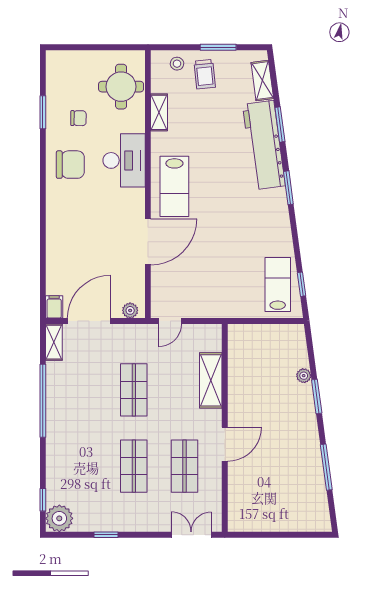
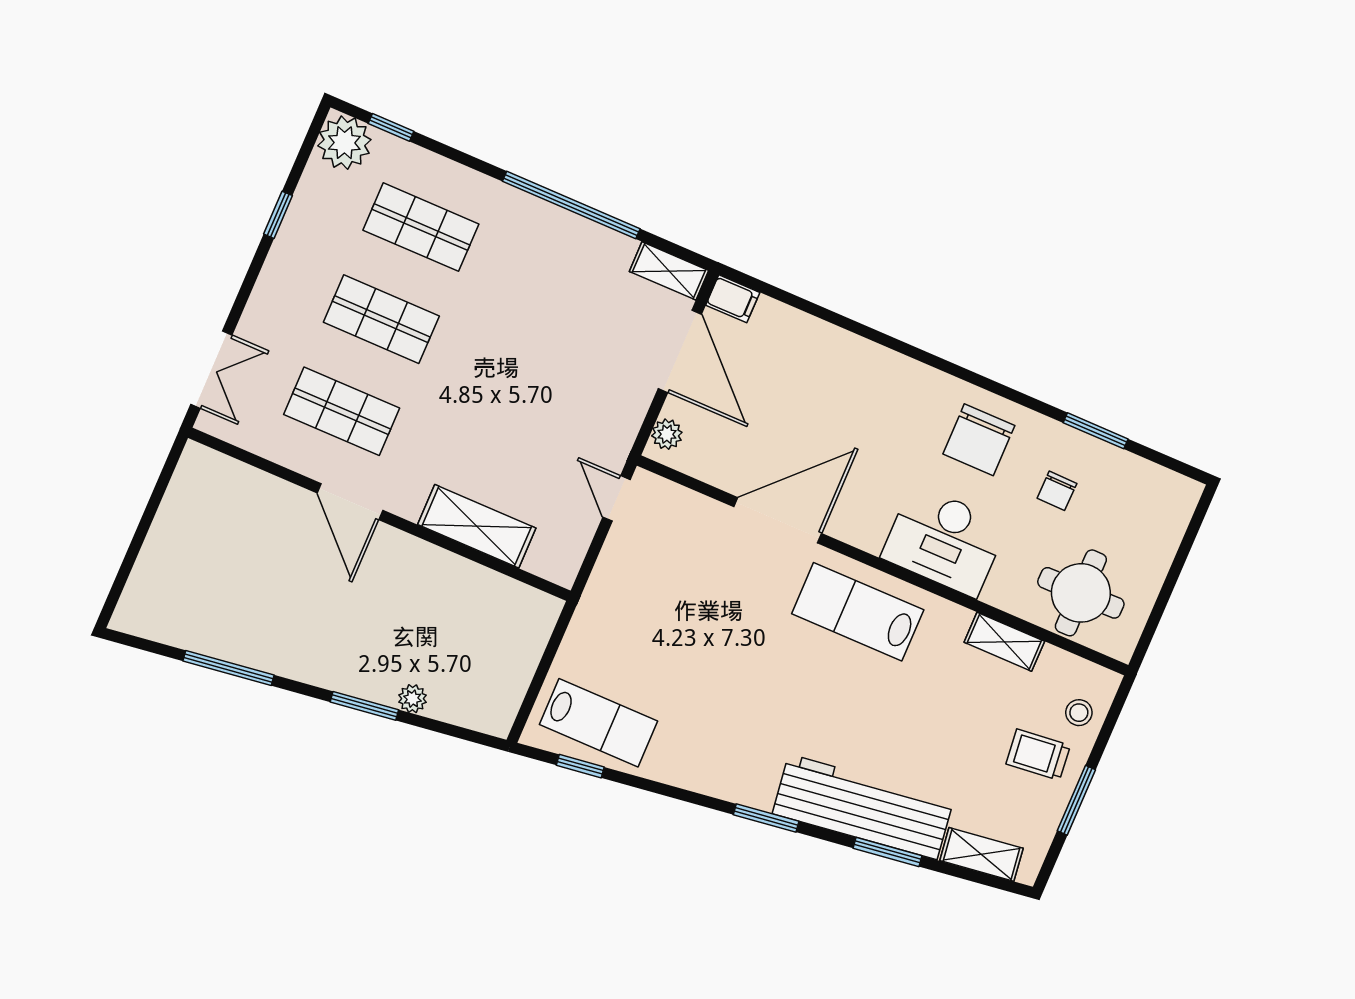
door: (148, 242) -> (778, 520), swing flipped
shop shelf: (134, 390) -> (421, 227), moved

